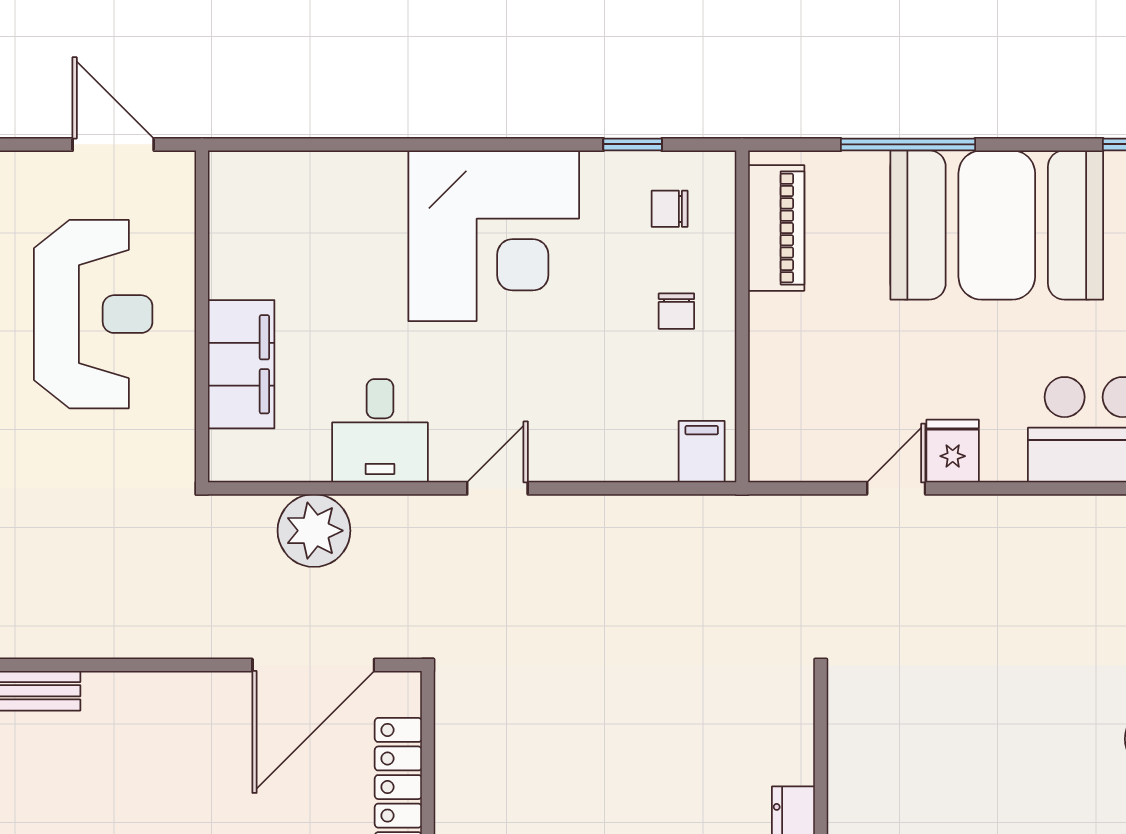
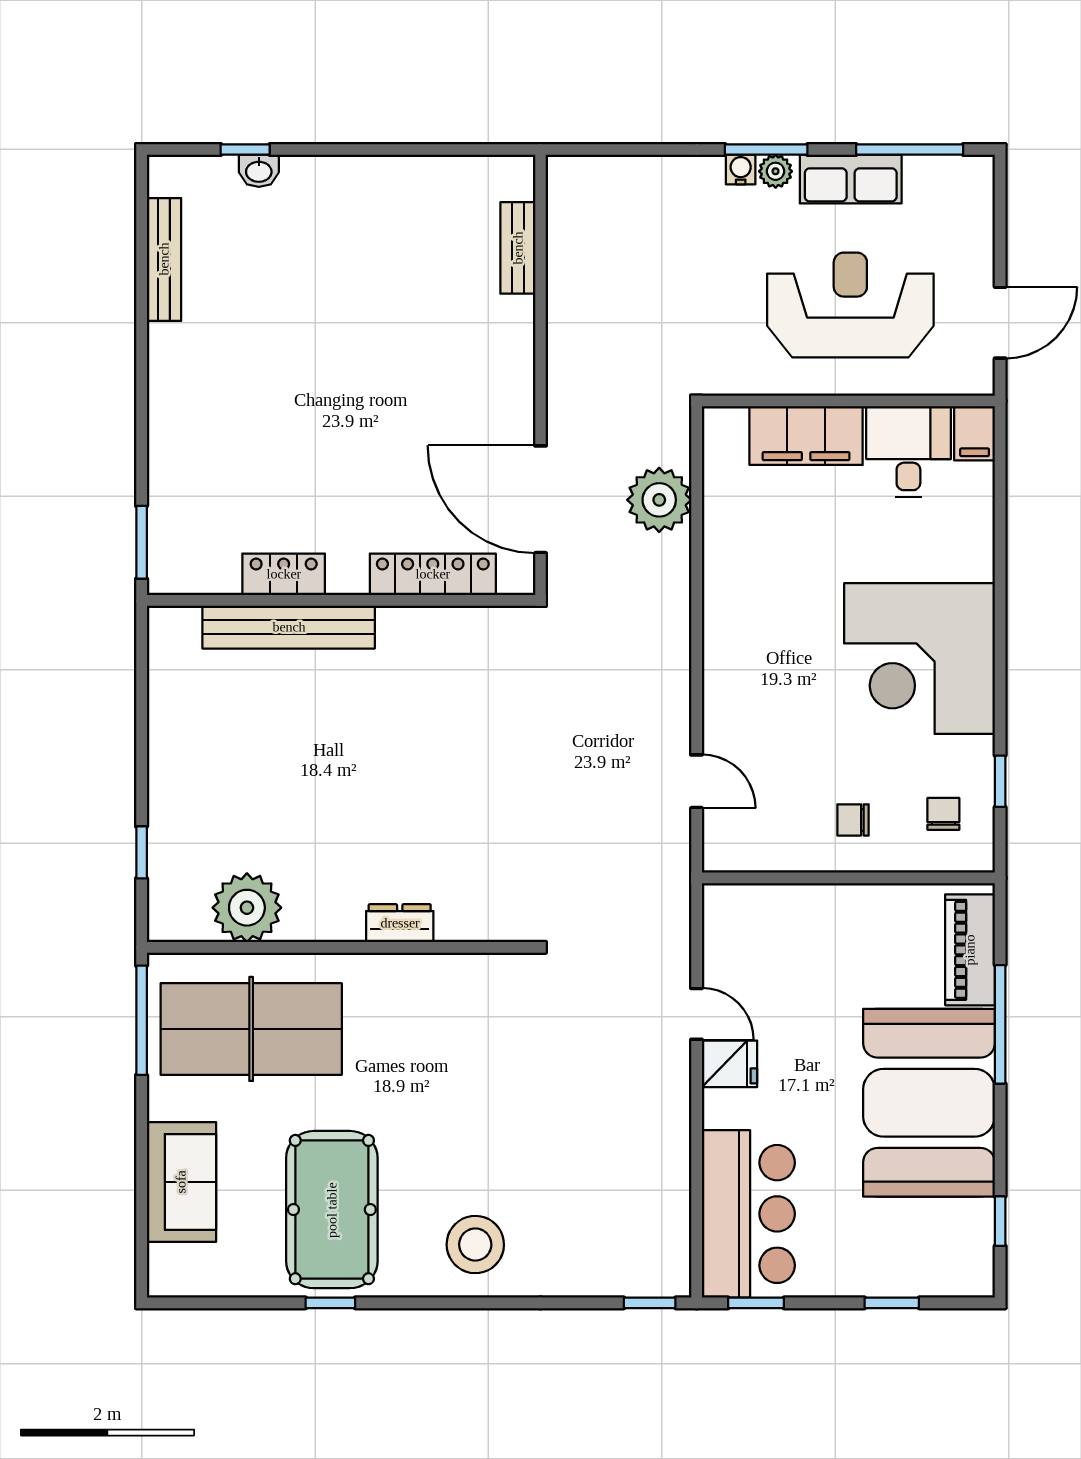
piano: (776, 228) -> (970, 950), moved, turned 90
reception desk: (93, 314) -> (850, 305), turned 180
desk: (380, 431) -> (908, 452), moved, turned 90
filing cabinet: (702, 452) -> (975, 433), moved, turned 90
door: (497, 488) -> (697, 781), moved

